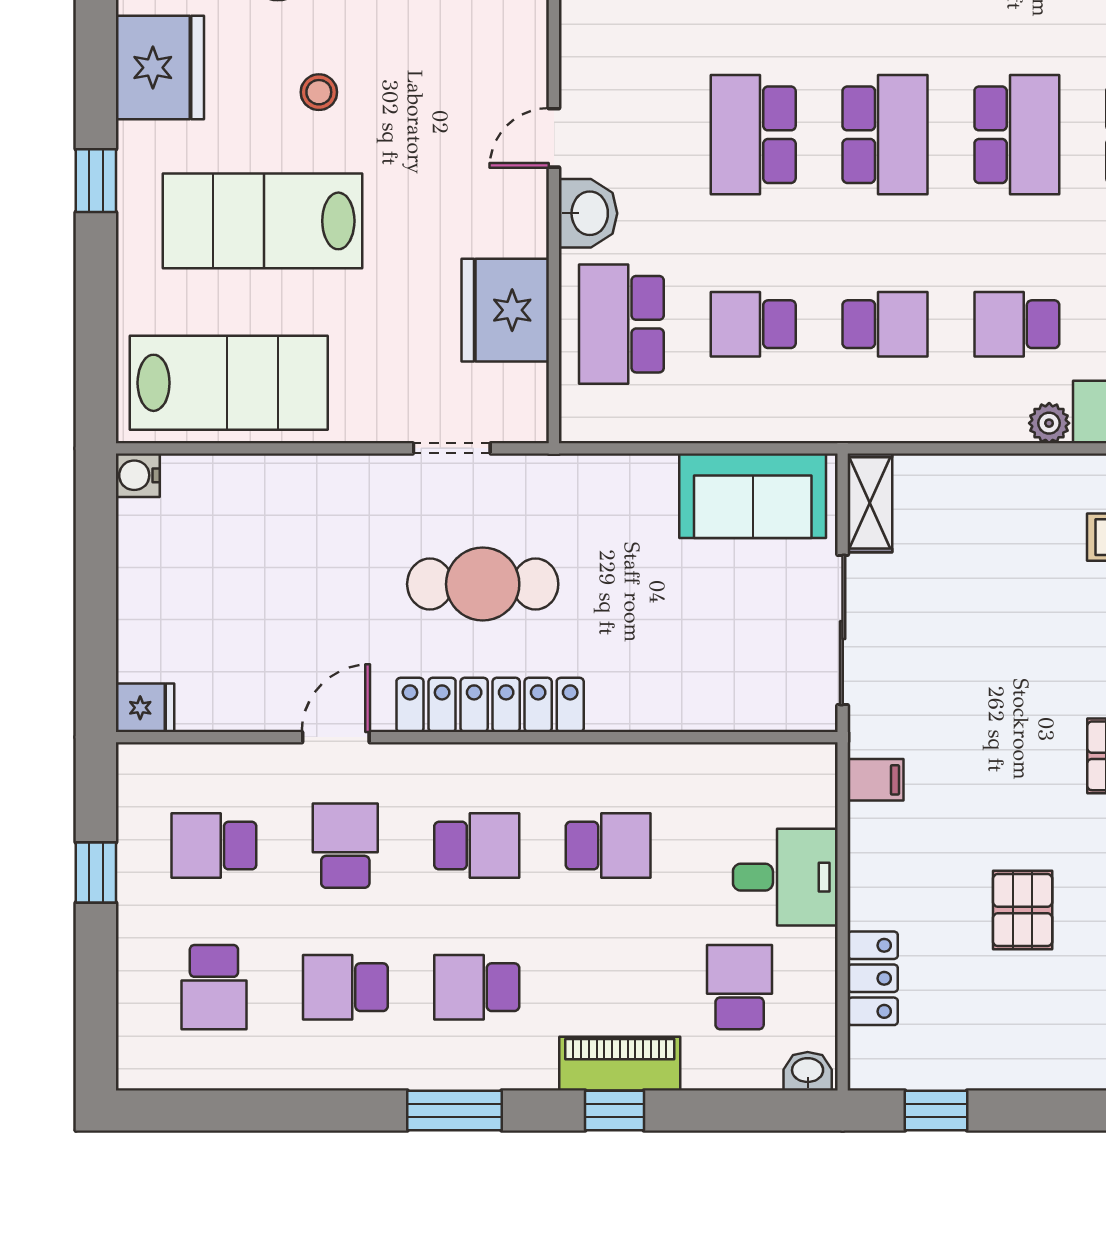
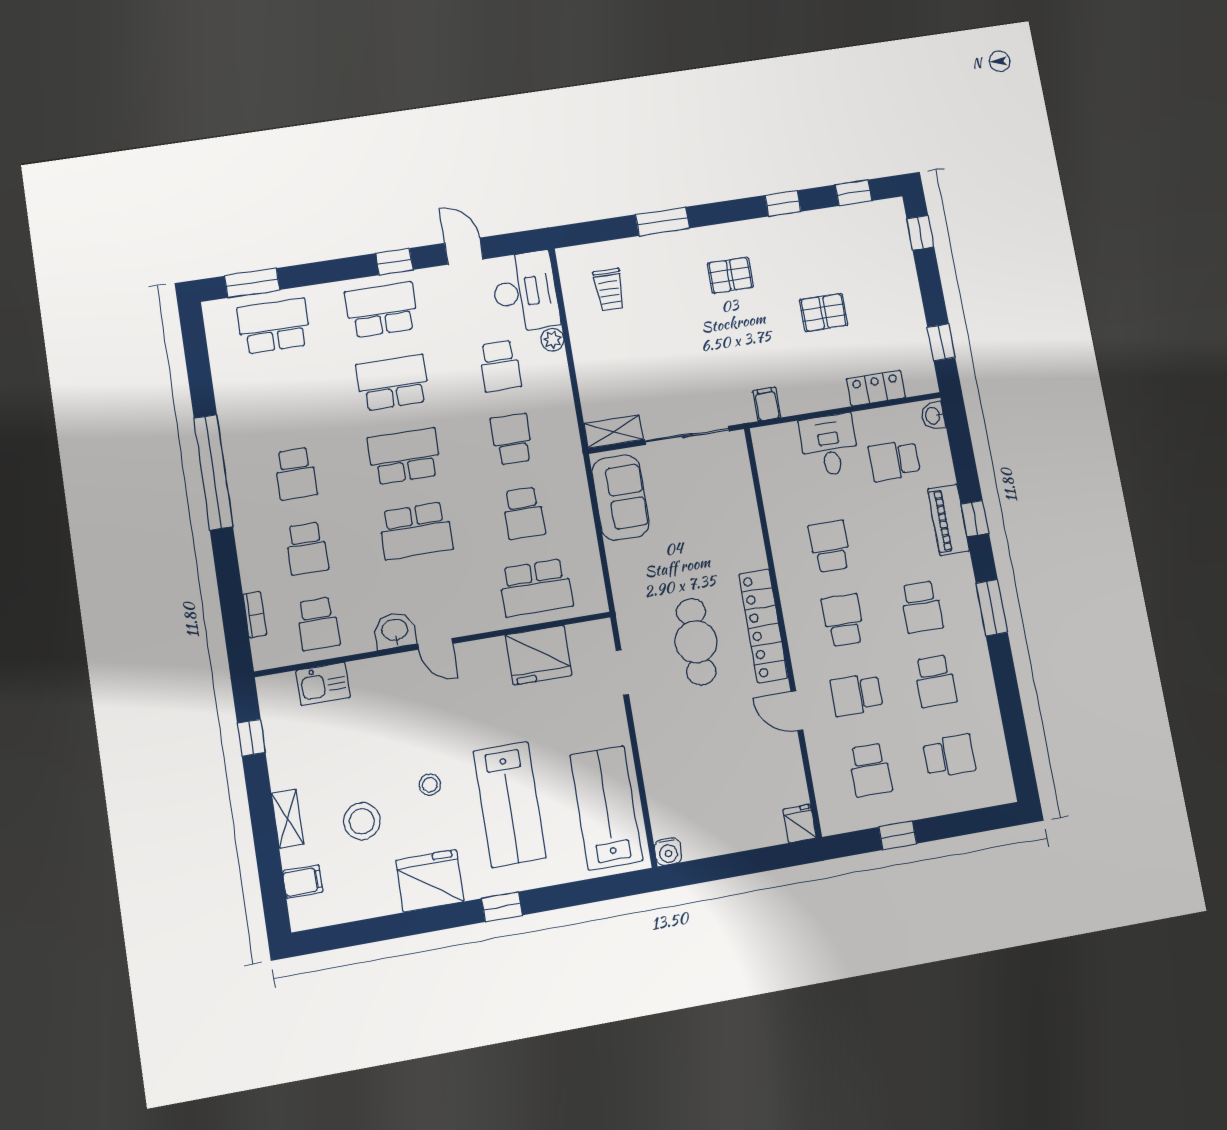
washbasin: (588, 213) -> (395, 631), moved

